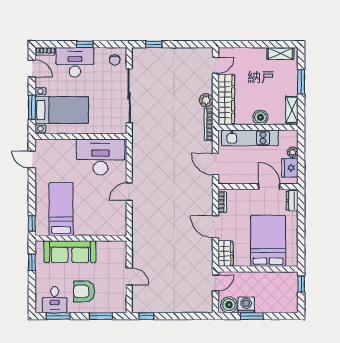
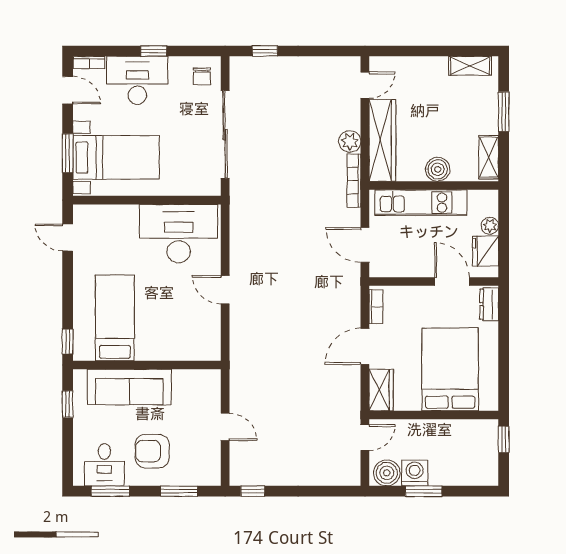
door: (129, 192) -> (225, 290), hinge flipped
door: (215, 227) -> (365, 346), hinge flipped

